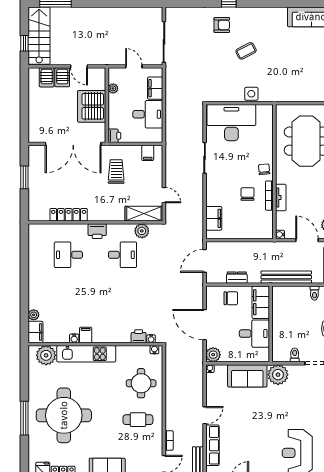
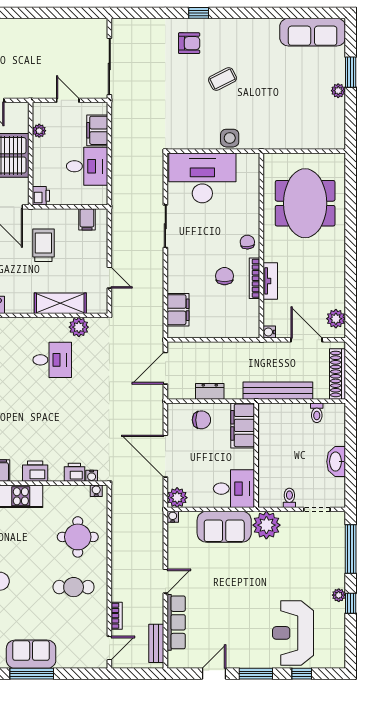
shelving: (144, 214) -> (60, 303), moved
printer: (97, 231) -> (35, 471), moved, turned 180
desk: (254, 334) -> (234, 489), moved

